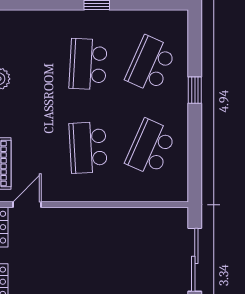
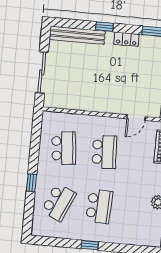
school desk: (151, 148) -> (64, 148), turned -30
door: (27, 205) -> (136, 118), moved

